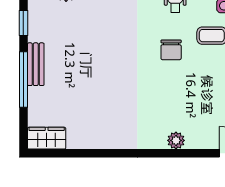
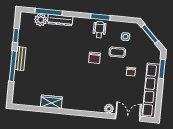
wardrobe: (47, 138) -> (51, 102), moved
plant: (176, 140) -> (109, 109), moved

